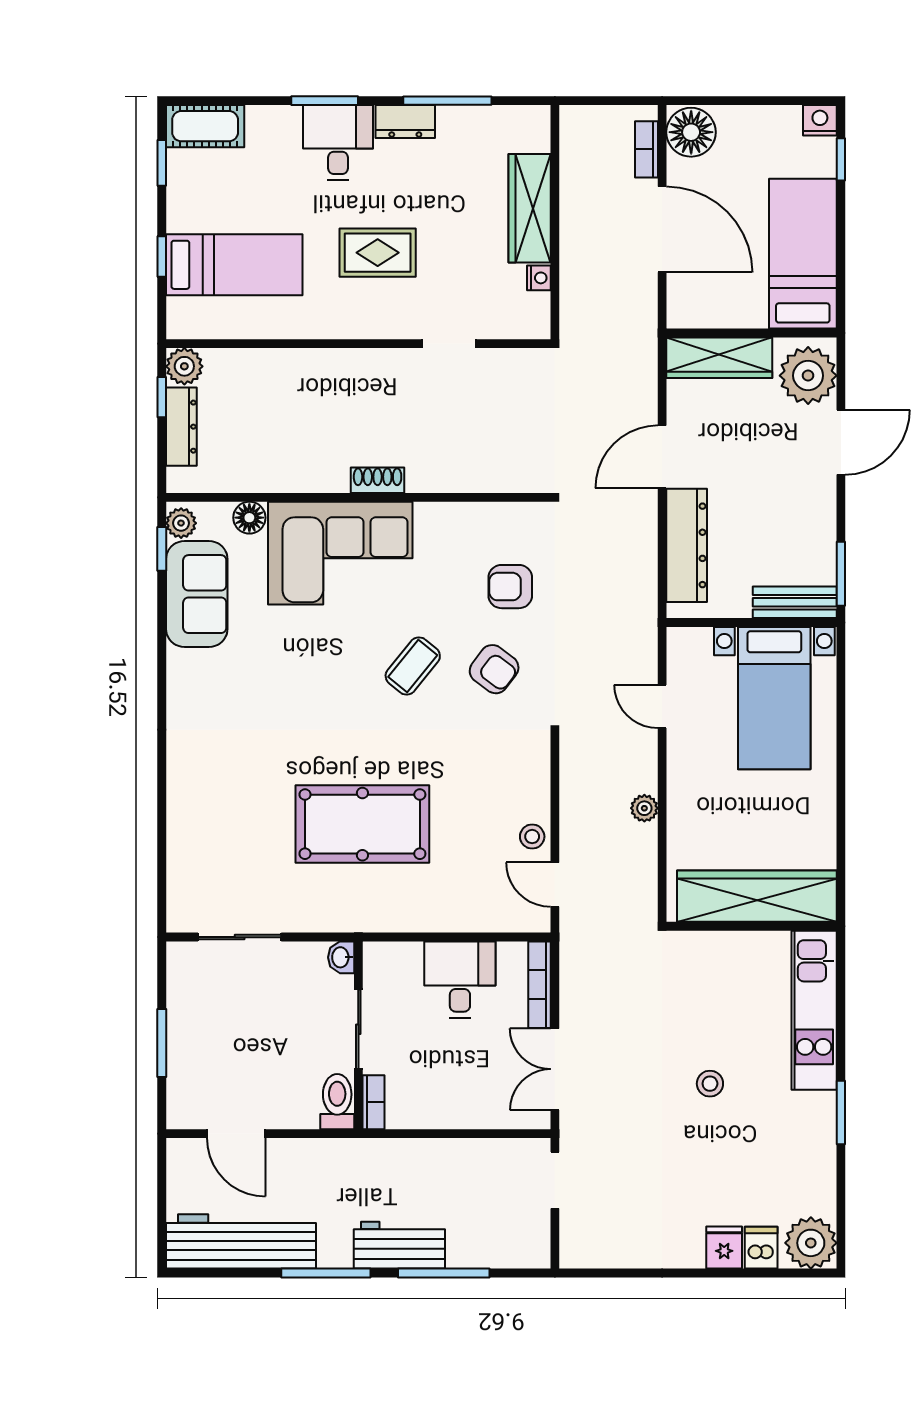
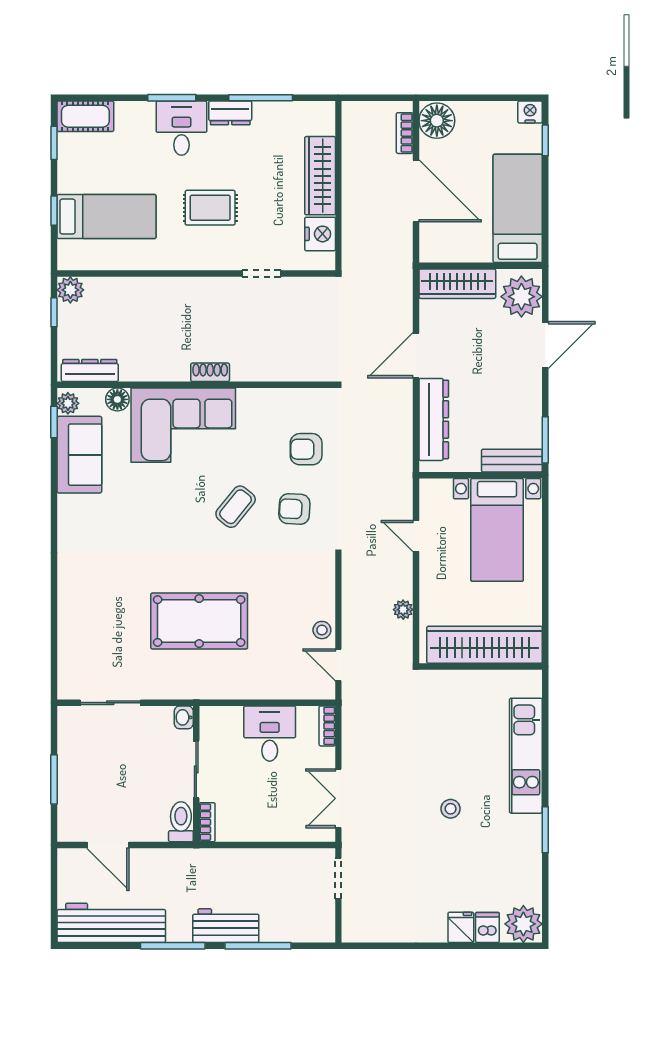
nightstand: (539, 278) -> (320, 234), width x1.89, depth x1.79
dresser: (181, 427) -> (90, 371), moved, turned -90
armchair: (494, 669) -> (294, 509), turned 146
wardrobe: (757, 896) -> (484, 645), moved
wall: (752, 926) -> (481, 667), moved
bookcase: (540, 985) -> (327, 726), width x0.64

